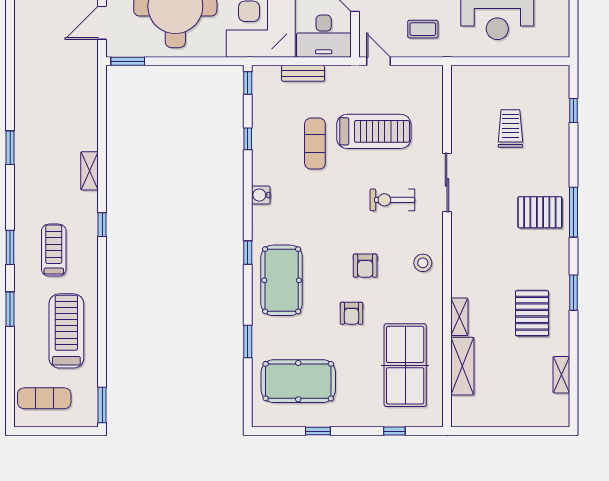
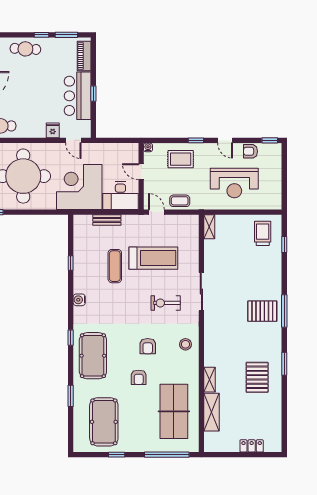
coffee table: (423, 29) -> (180, 201), moved
window: (248, 83) -> (71, 226), removed
trolley: (510, 129) -> (263, 233), moved
shelving: (561, 375) -> (209, 227), moved
pool table: (298, 381) -> (104, 422), turned 90
locker: (524, 418) -> (252, 446), added
window: (394, 431) -> (167, 455), width x3.17

